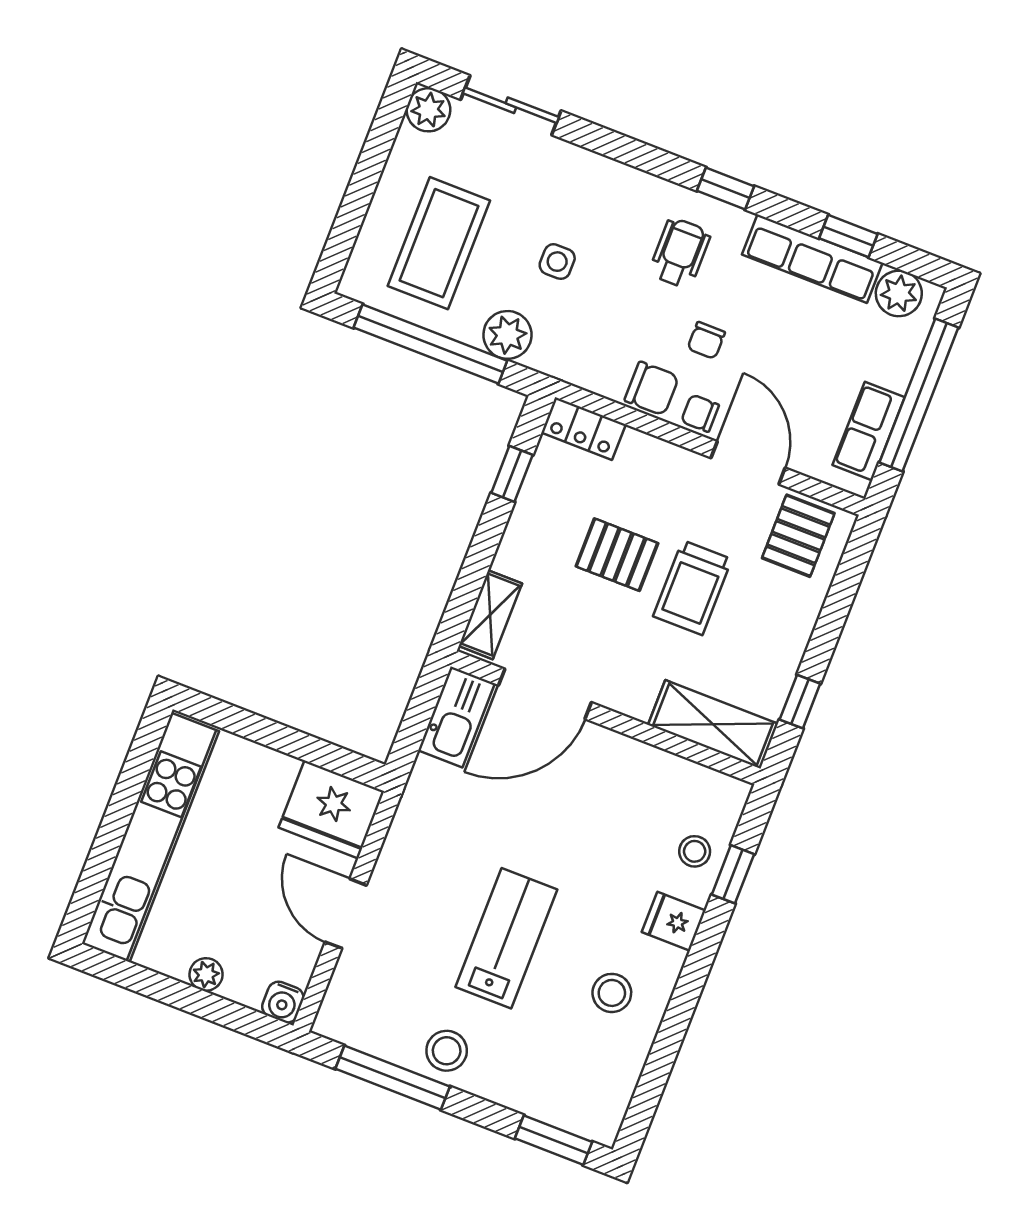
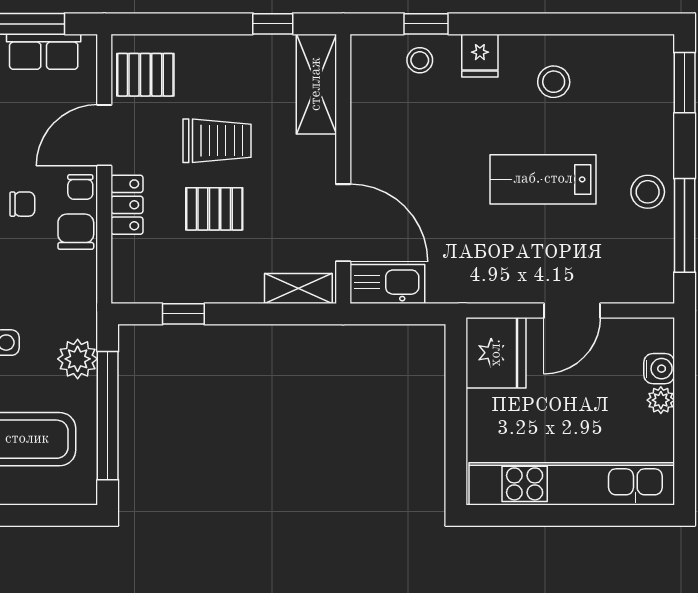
locker: (584, 428) -> (127, 205), moved
pallet: (617, 555) -> (214, 209), turned 90
water cooler: (283, 1002) -> (659, 369), moved

